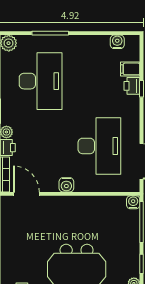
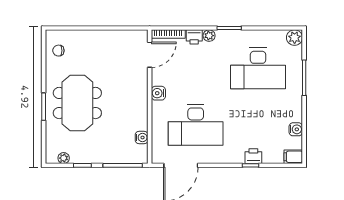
water cooler: (117, 42) -> (296, 129), moved
filing cabinet: (130, 69) -> (293, 157), moved, turned -90
water cooler: (133, 202) -> (142, 137), moved

